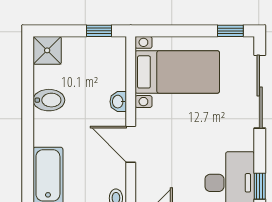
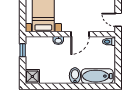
bidet: (49, 100) -> (75, 76), moved

